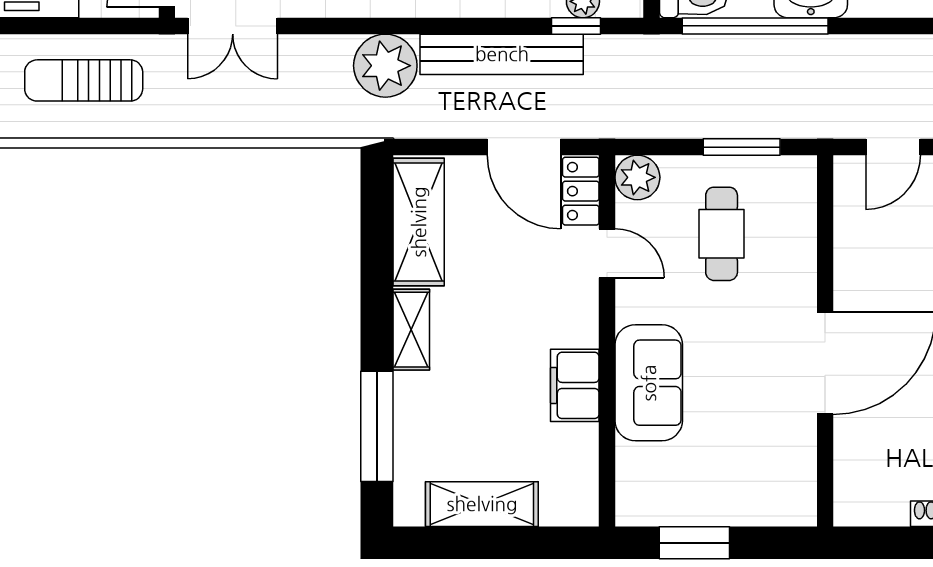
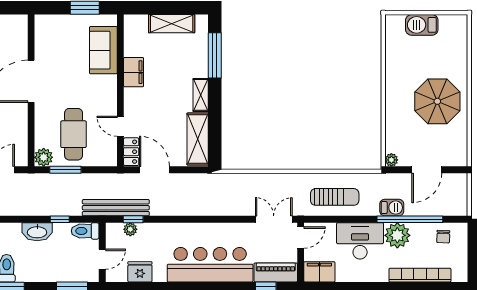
window: (755, 26) -> (60, 219), width x0.32
bench: (502, 54) -> (116, 208), moved
plant: (385, 66) -> (211, 203), removed
plant: (637, 177) -> (44, 157), moved
cafe table: (722, 234) -> (74, 134), width x1.37, depth x1.35
sofa: (649, 383) -> (103, 50), moved

